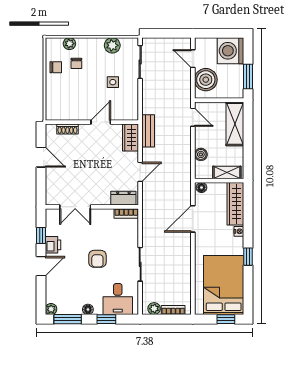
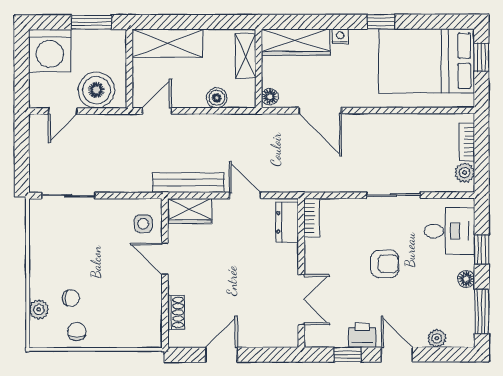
plant: (112, 45) -> (42, 241), removed
side table: (113, 82) -> (143, 224), moved
bench: (148, 131) -> (189, 183), width x1.36
plant: (51, 309) -> (437, 338), moved

